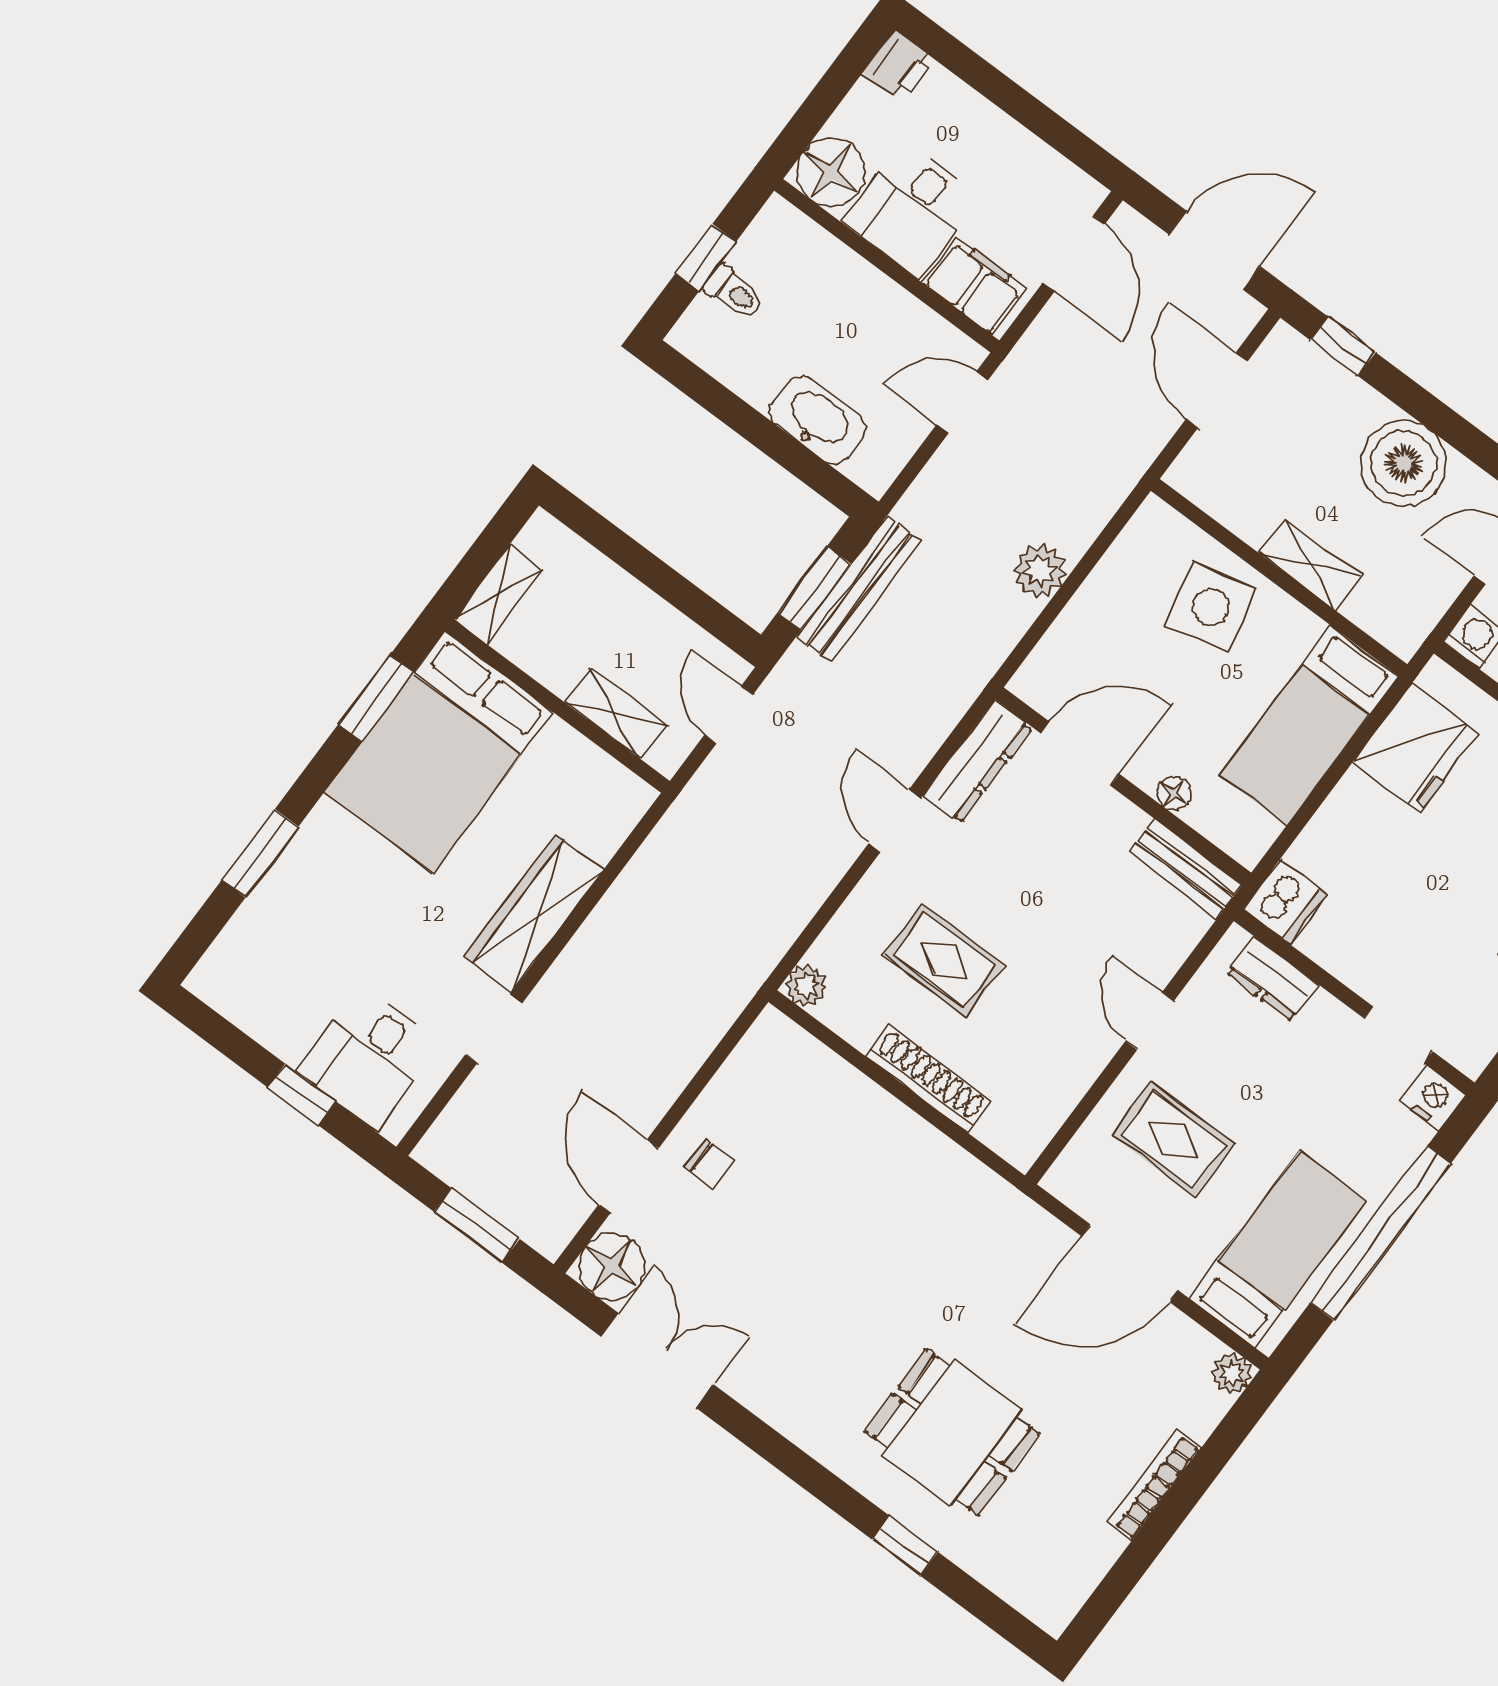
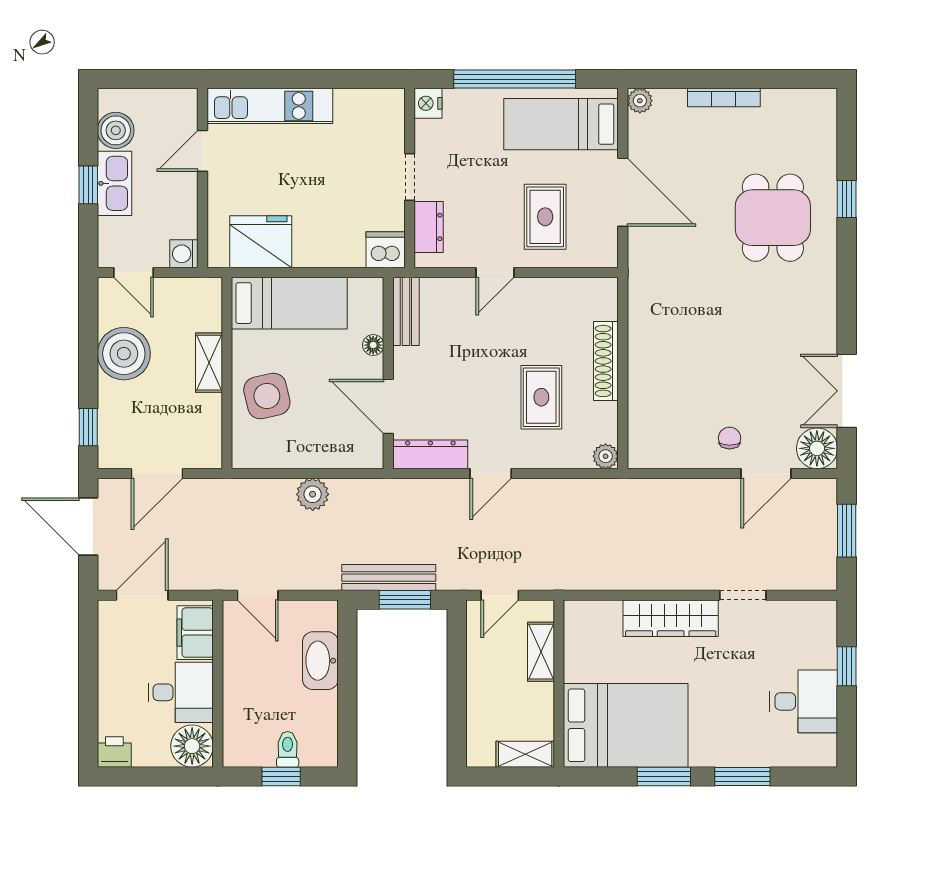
window: (376, 698) -> (664, 776), moved
doorway: (1398, 1035) -> (410, 177), moved
desk: (369, 1058) -> (804, 701), moved

